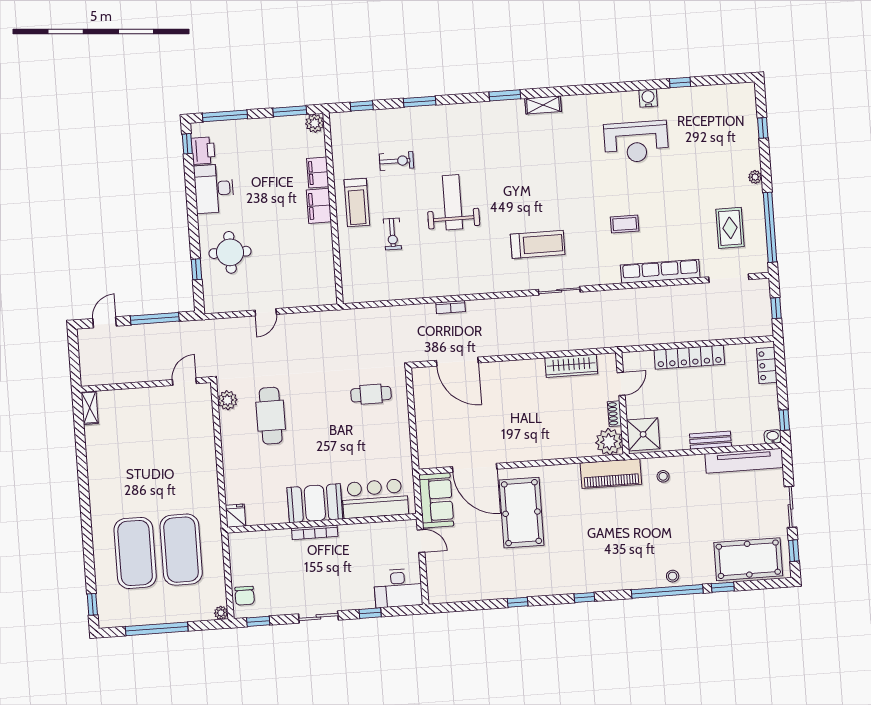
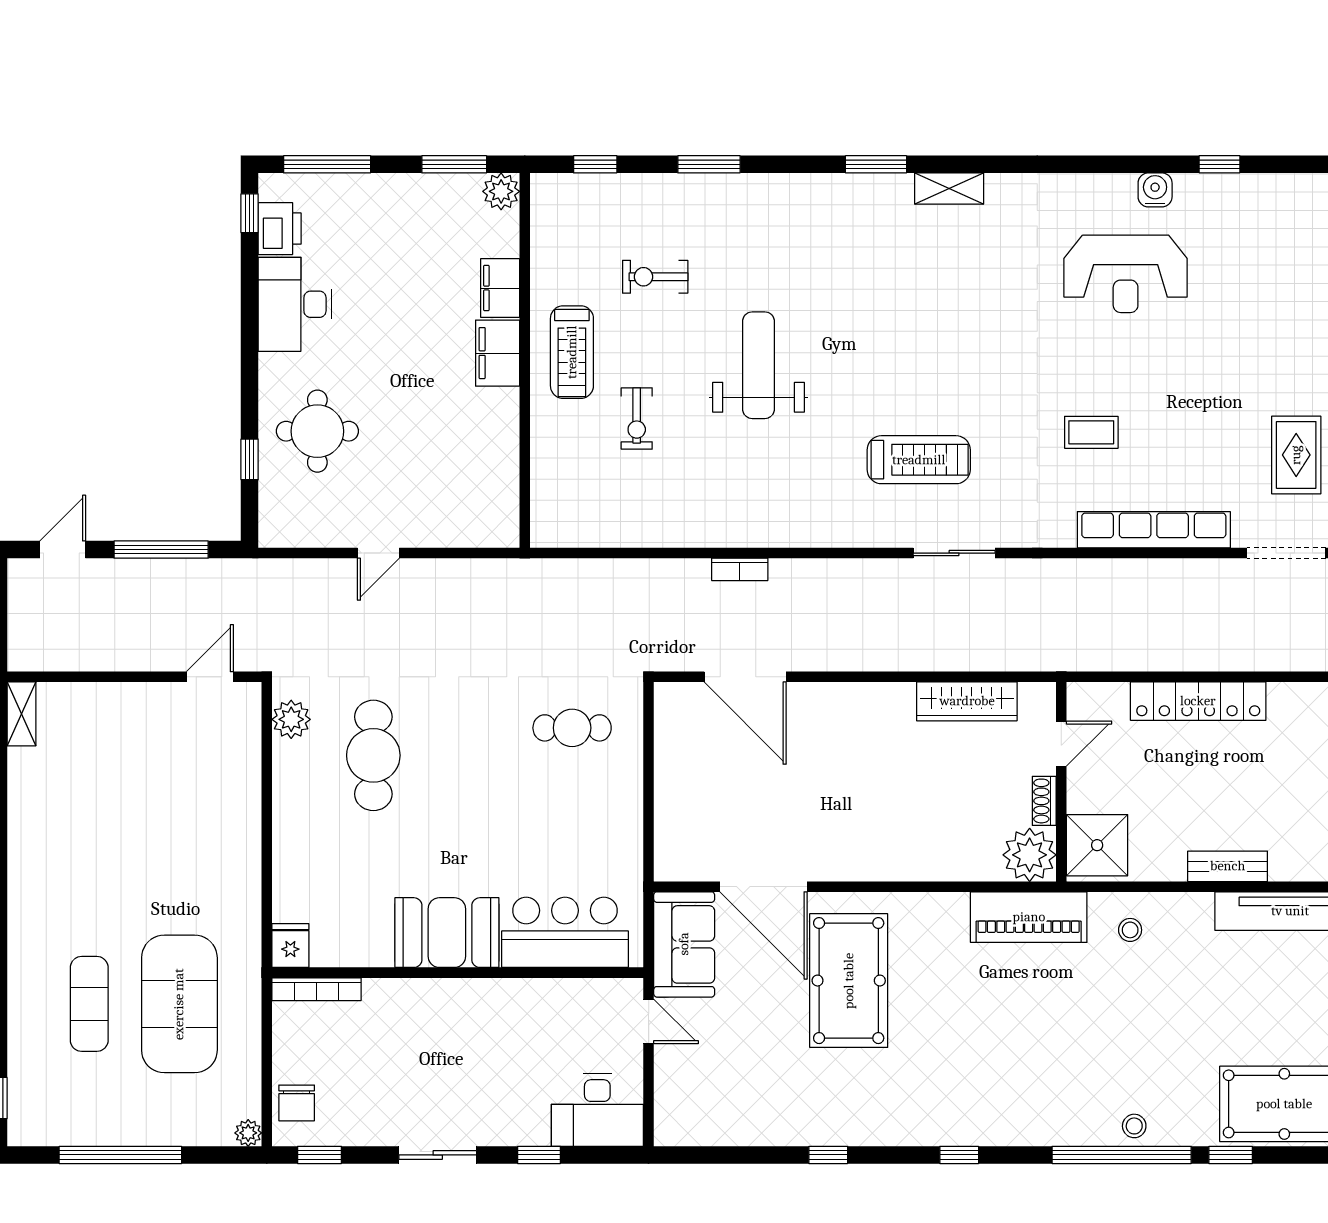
exercise bike: (396, 161) -> (655, 277), turned 180
bookcase: (315, 532) -> (316, 989), moved
exercise mat: (135, 553) -> (89, 1004), width x0.50, depth x0.69

